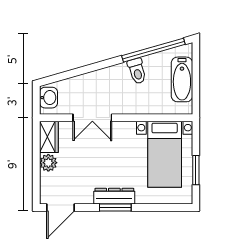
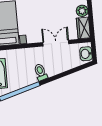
toilet: (137, 71) -> (41, 72), moved

